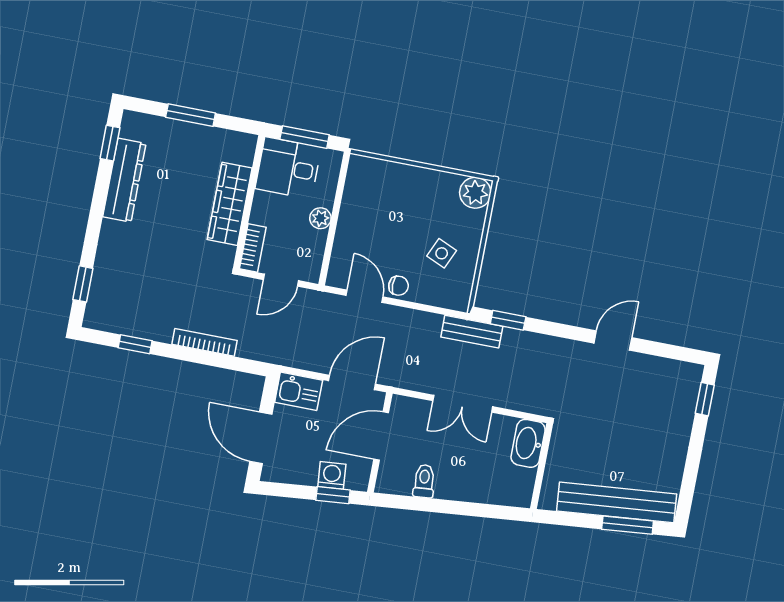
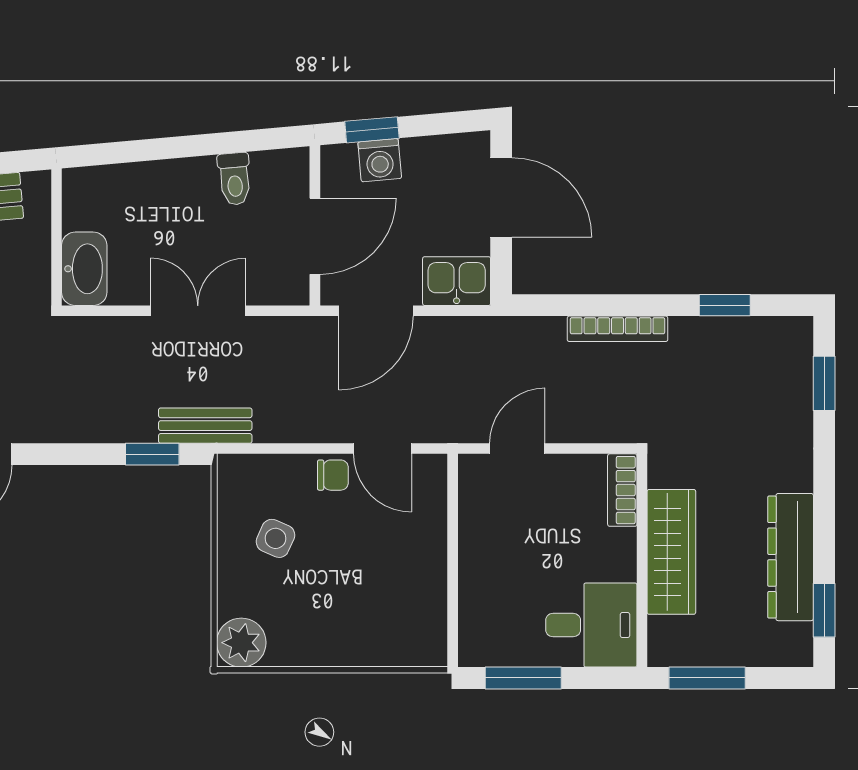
desk: (288, 168) -> (591, 625), moved
wall: (249, 202) -> (642, 560), moved
wardrobe: (230, 204) -> (671, 552), moved
plant: (320, 218) -> (474, 557), removed
bookcase: (253, 248) -> (622, 490), moved
chair: (398, 286) -> (333, 475), turned 180

